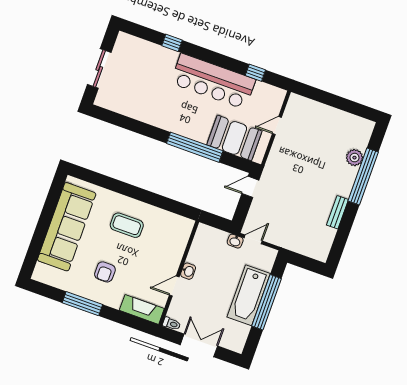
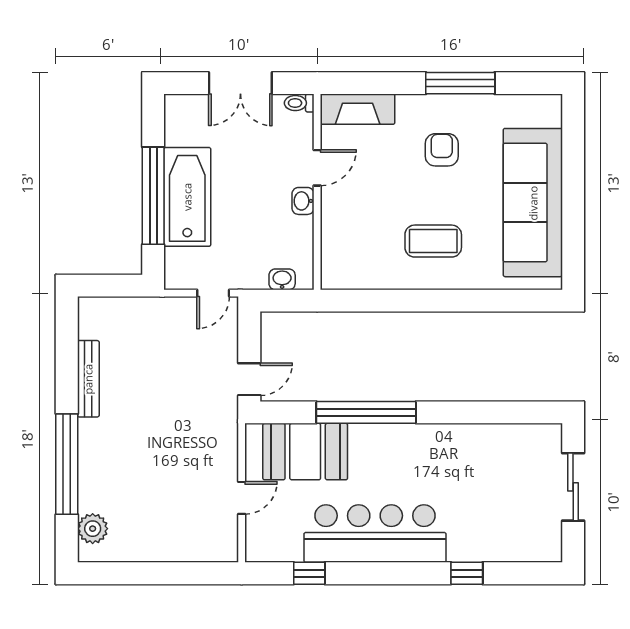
plant: (354, 158) -> (93, 529), moved
bench: (337, 212) -> (88, 379), width x1.36
washbasin: (235, 241) -> (282, 279), moved

